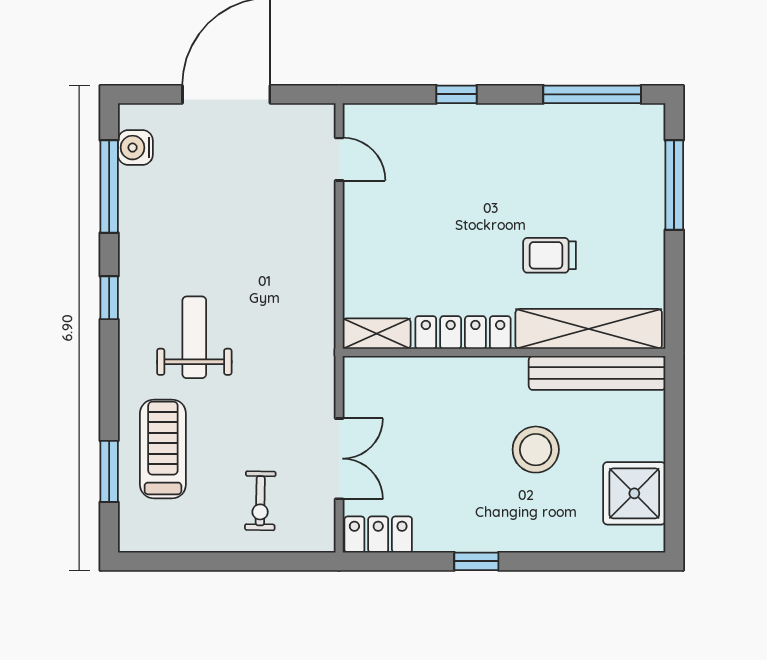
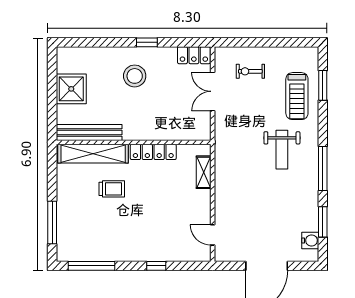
window: (109, 186) -> (323, 222), width x0.69
window: (109, 298) -> (323, 169), width x2.17
shelving: (377, 334) -> (204, 172), moved, turned 90
stool: (536, 450) -> (135, 76), moved
shower: (634, 493) -> (71, 89), moved
exercise bike: (260, 501) -> (250, 71), turned -91

